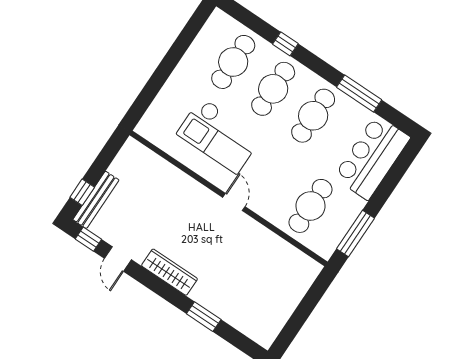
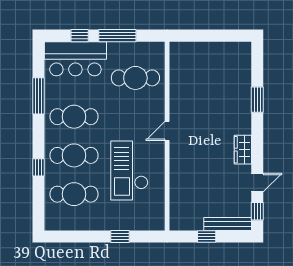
window: (158, 80) -> (120, 236), added
checkout: (219, 136) -> (129, 171), turned 180
window: (393, 178) -> (80, 36), added
window: (82, 192) -> (207, 236), moved
window: (355, 233) -> (117, 36), moved
wardrobe: (169, 272) -> (243, 150), width x0.67

